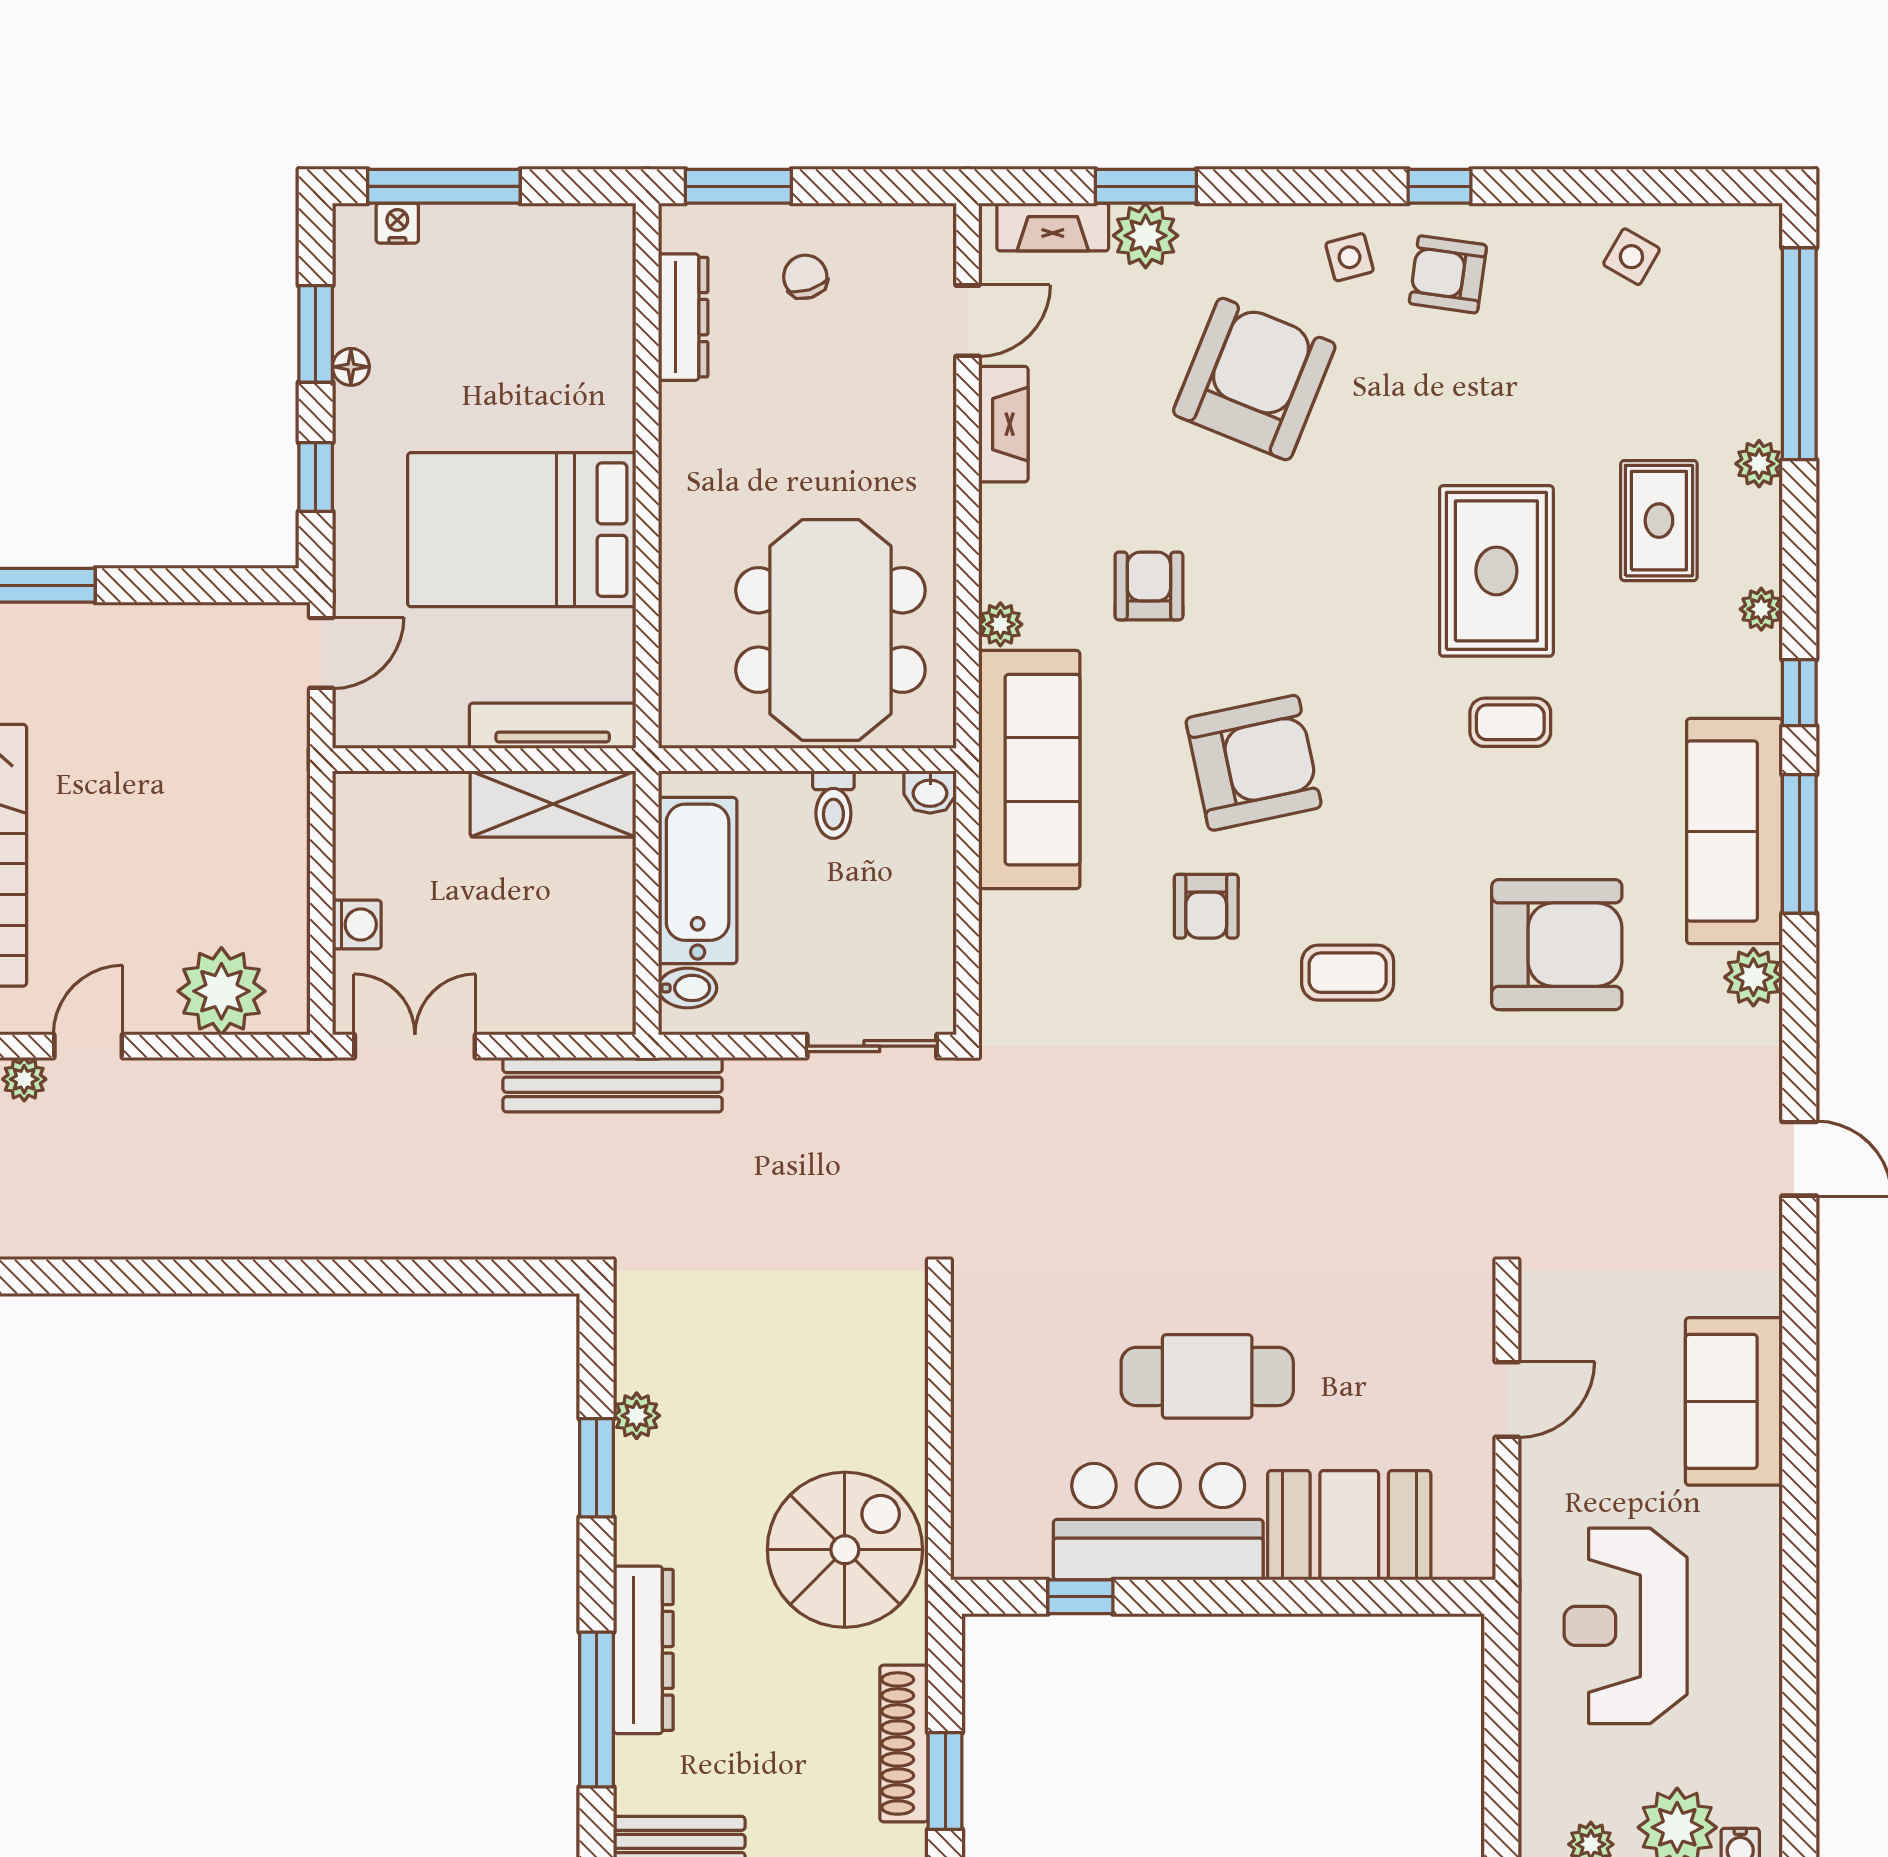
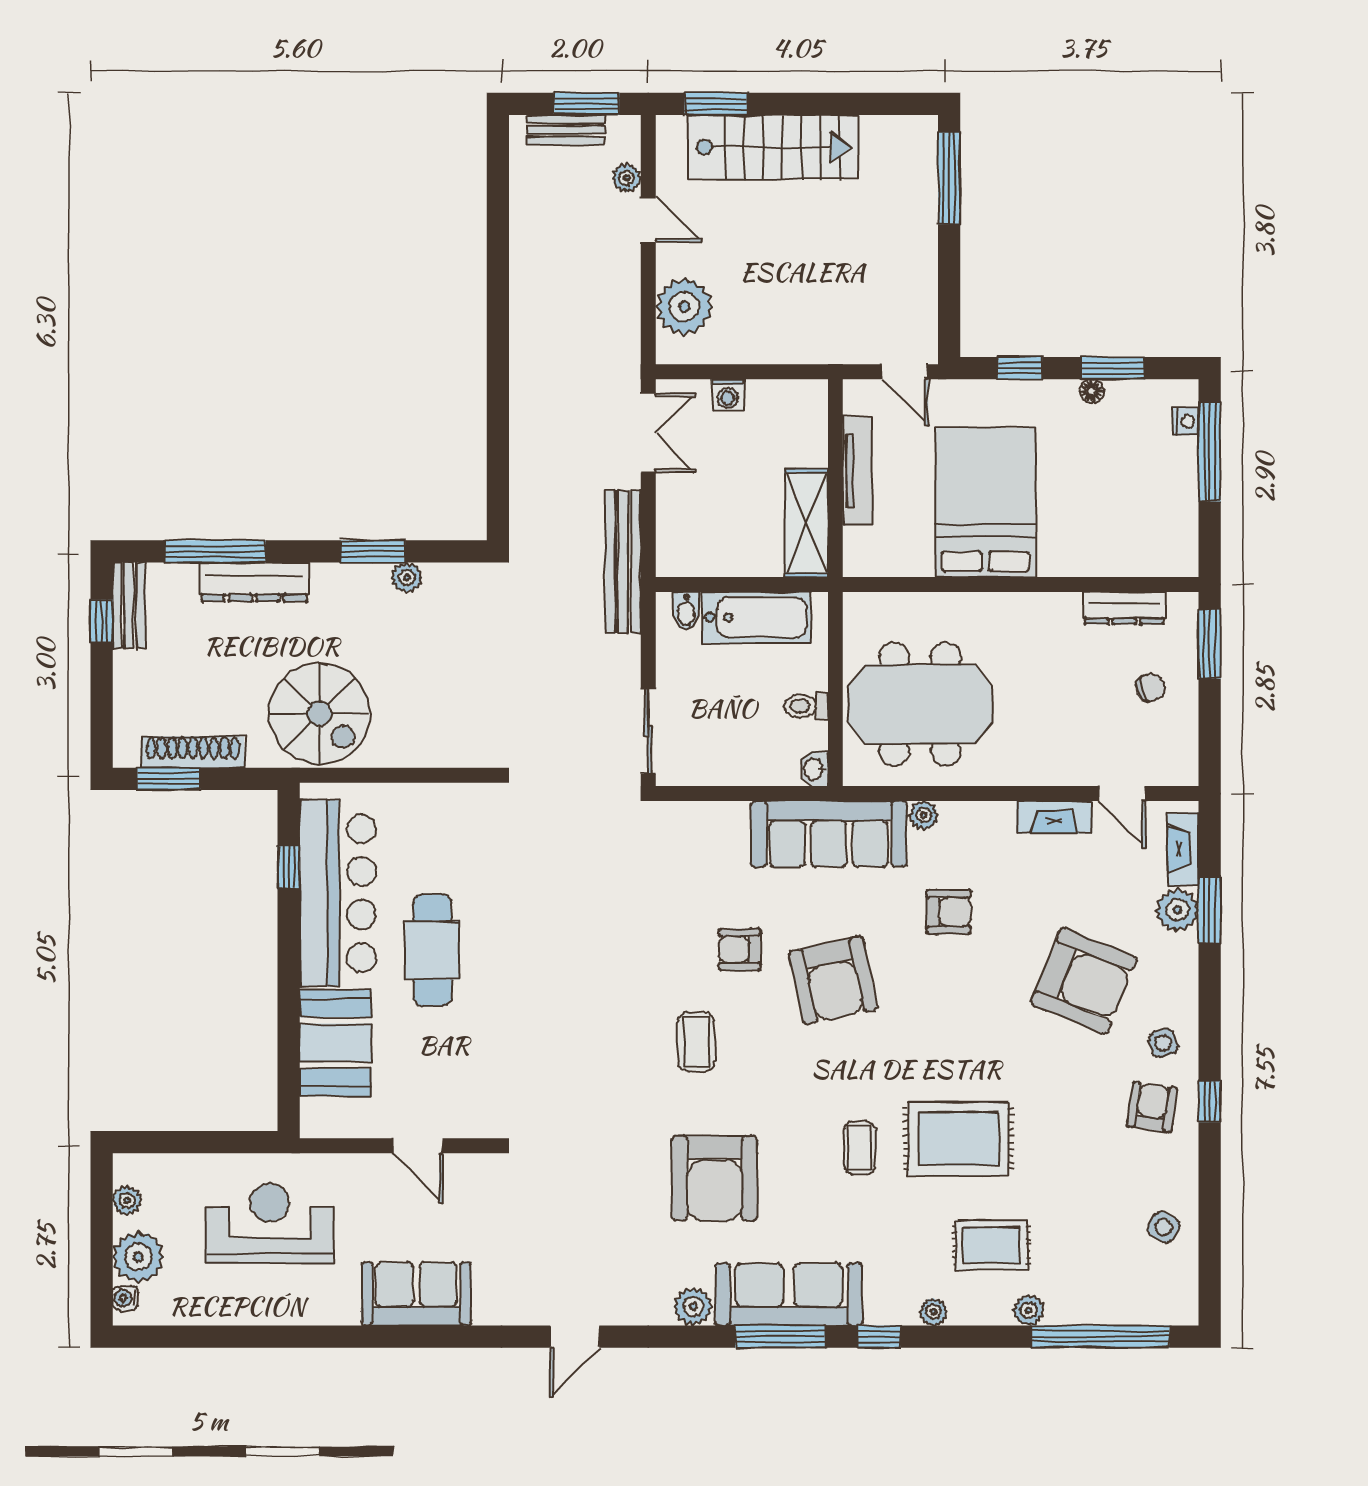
tv unit: (553, 726) -> (857, 471), moved
bar counter: (1158, 1522) -> (338, 893), width x1.36

